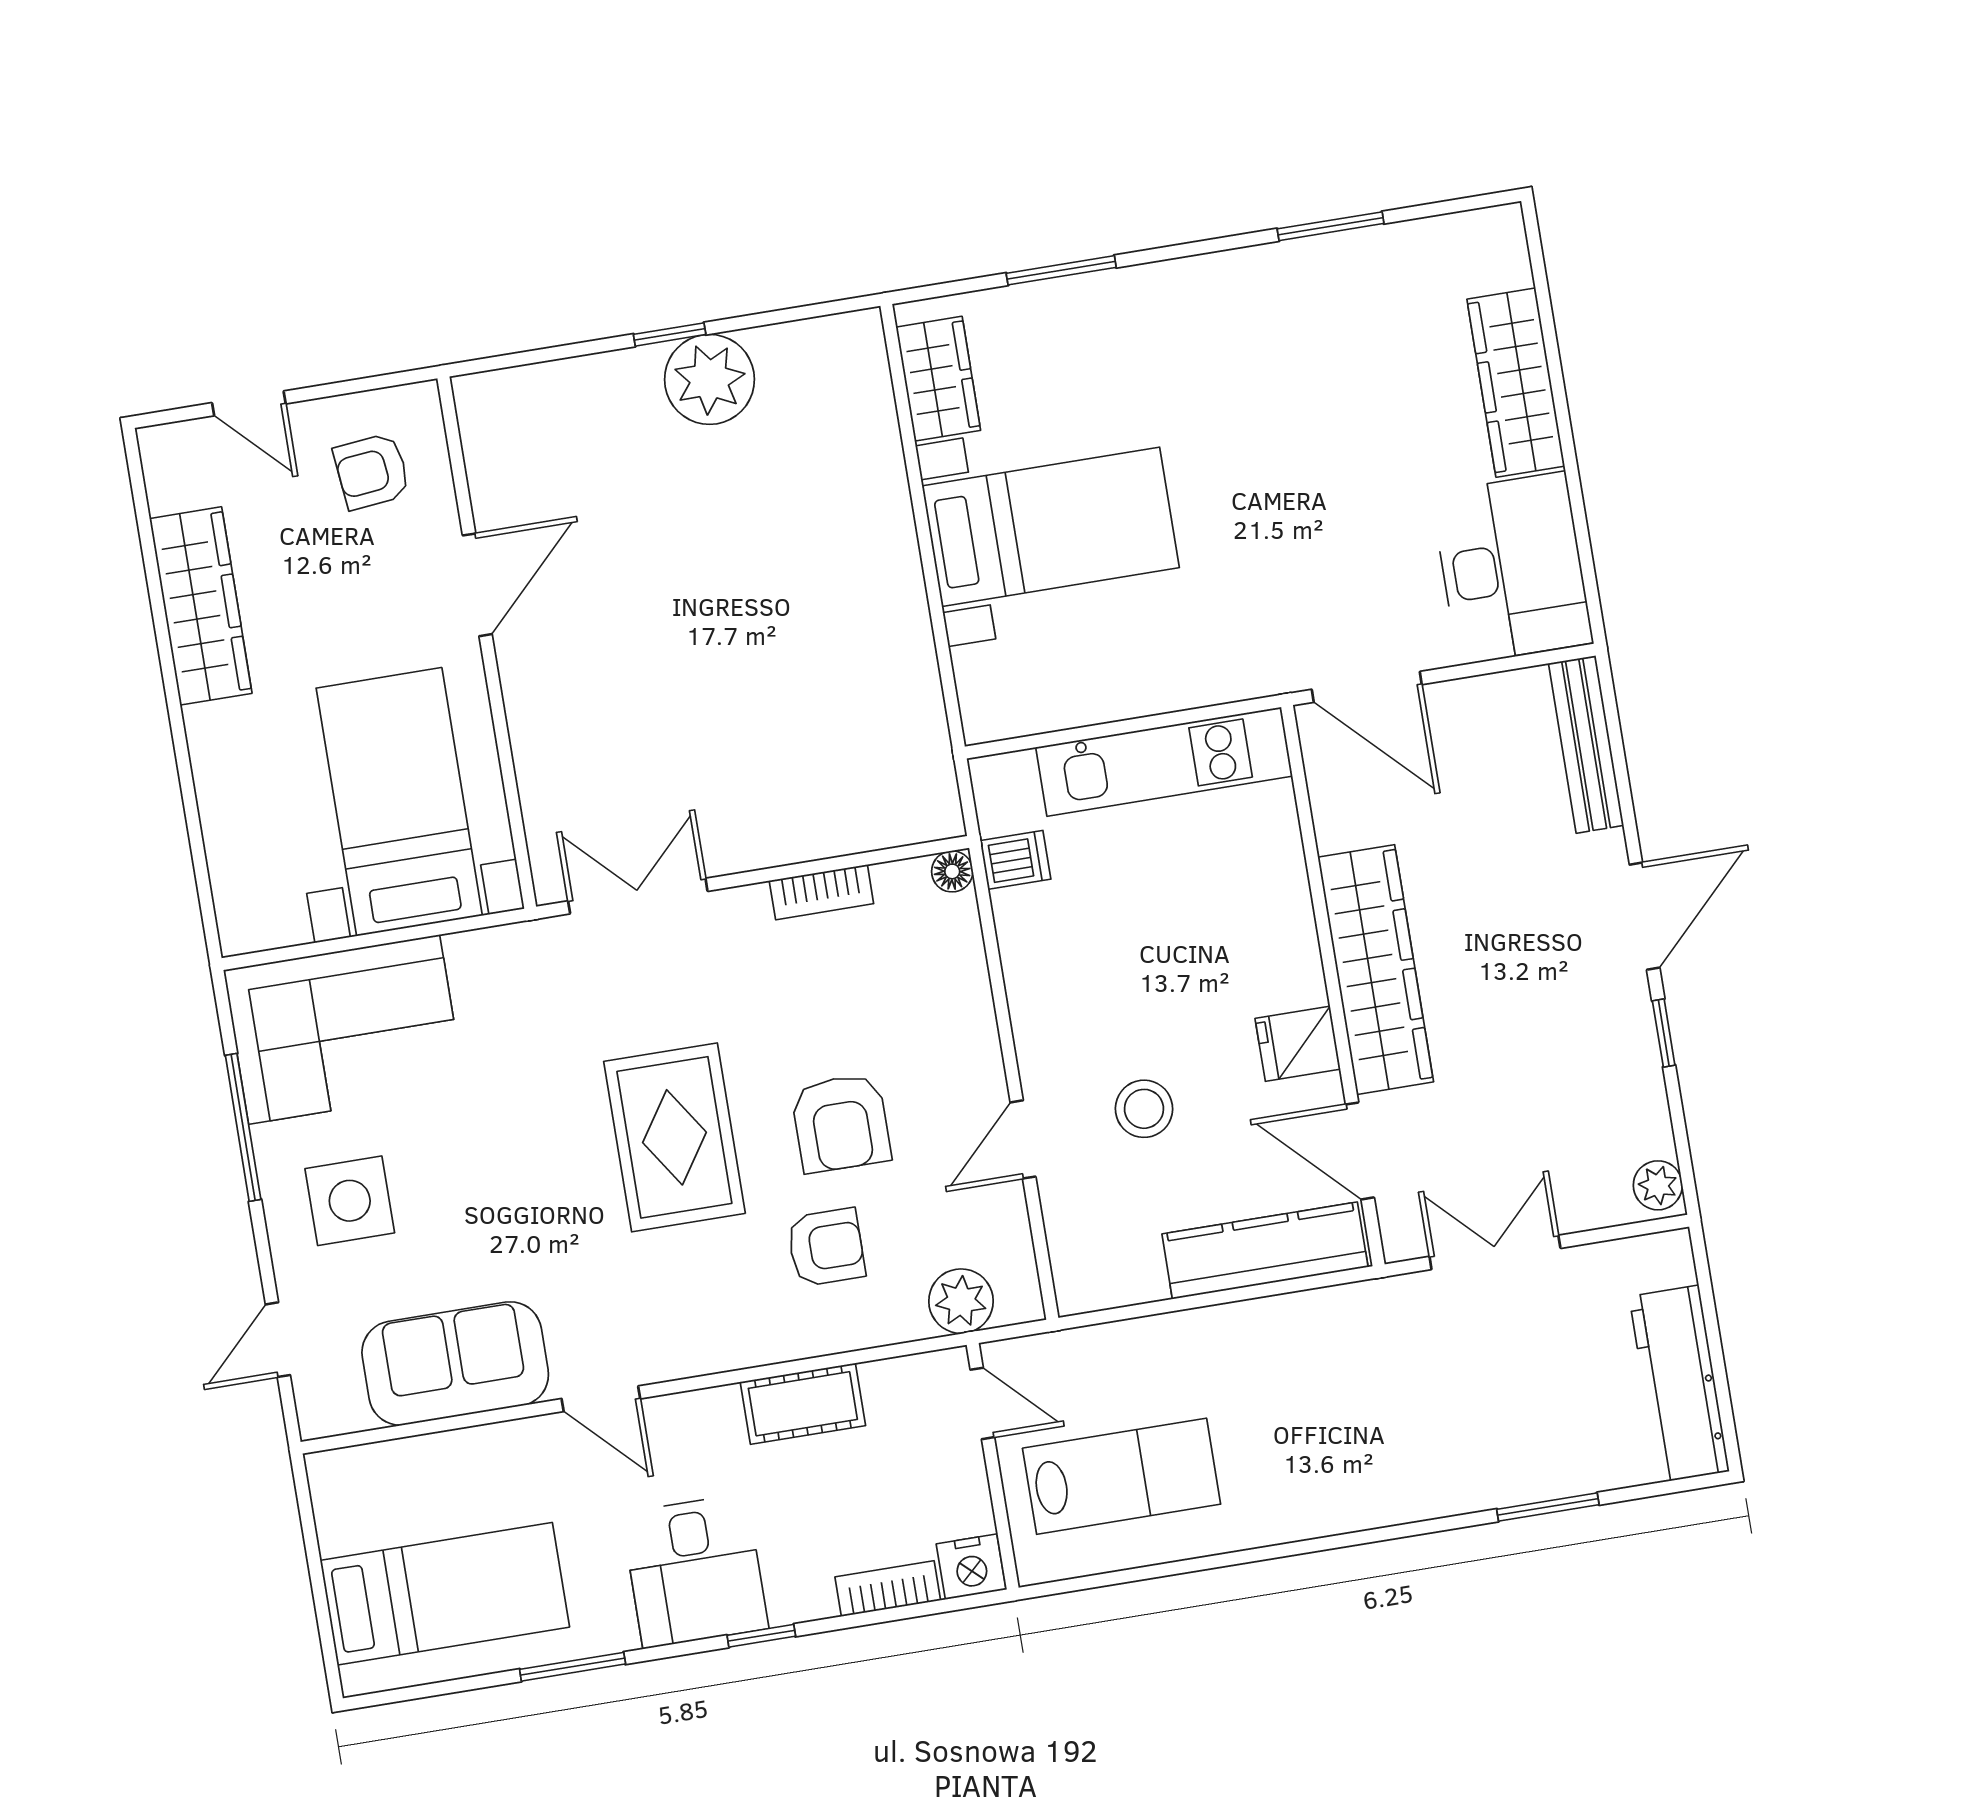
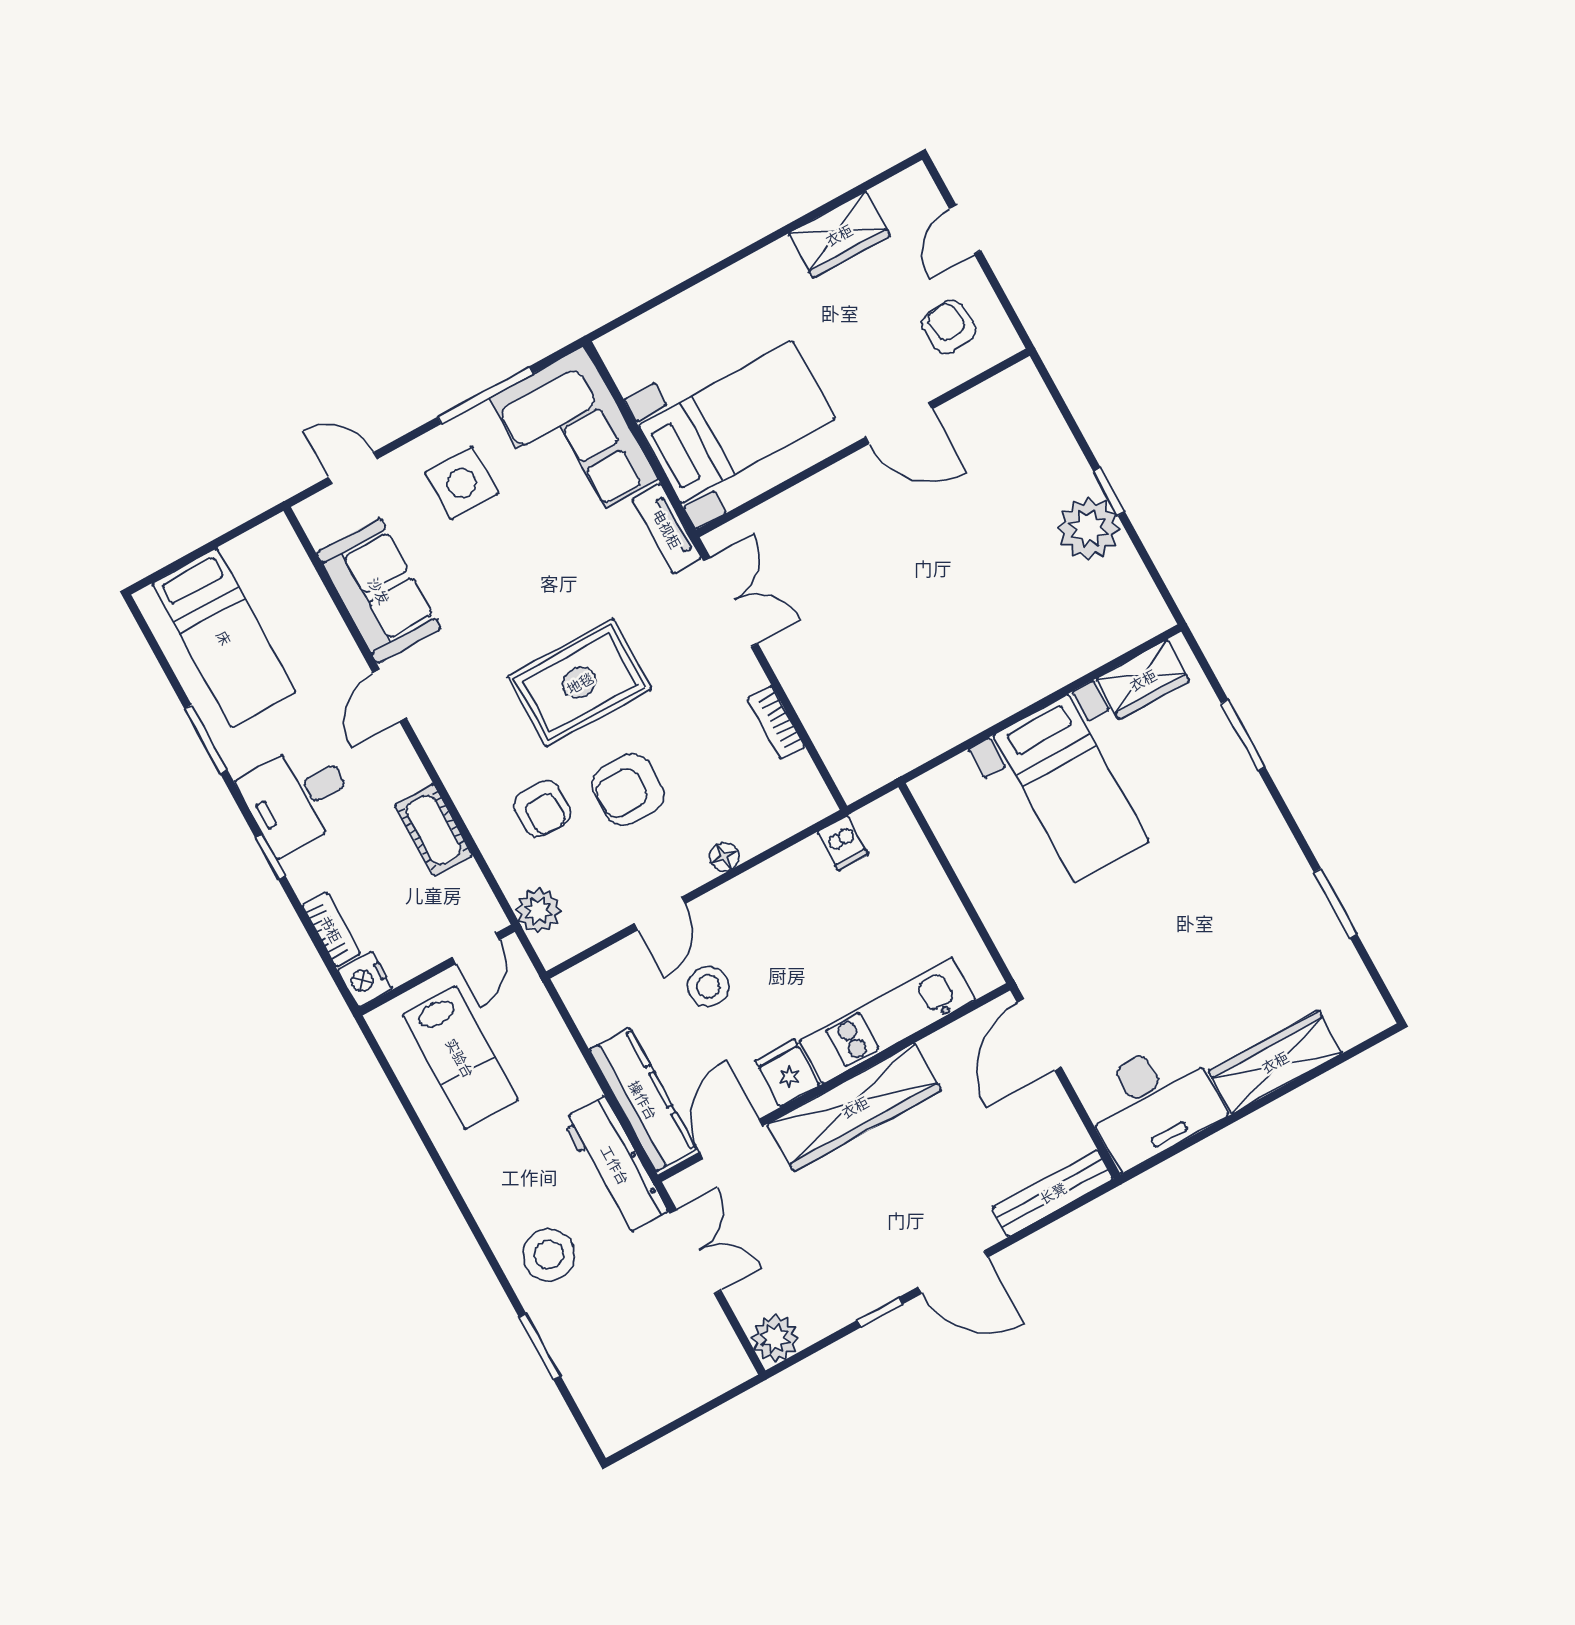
wardrobe: (201, 606) -> (839, 235), width x0.67
kitchen unit: (1164, 762) -> (887, 1020), moved, turned 90
floor lamp: (952, 871) -> (724, 857), moved
tv unit: (509, 947) -> (667, 529), added
door: (1023, 1139) -> (660, 914), swing flipped
plant: (1658, 1185) -> (775, 1338), width x1.38, depth x1.38
workbench: (1679, 1384) -> (615, 1165), moved, turned -90
stool: (1429, 1451) -> (549, 1255), added

